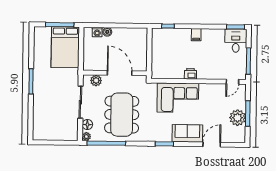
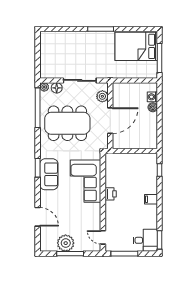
bed: (65, 47) -> (136, 46), moved
sofa: (187, 133) -> (49, 174), moved

